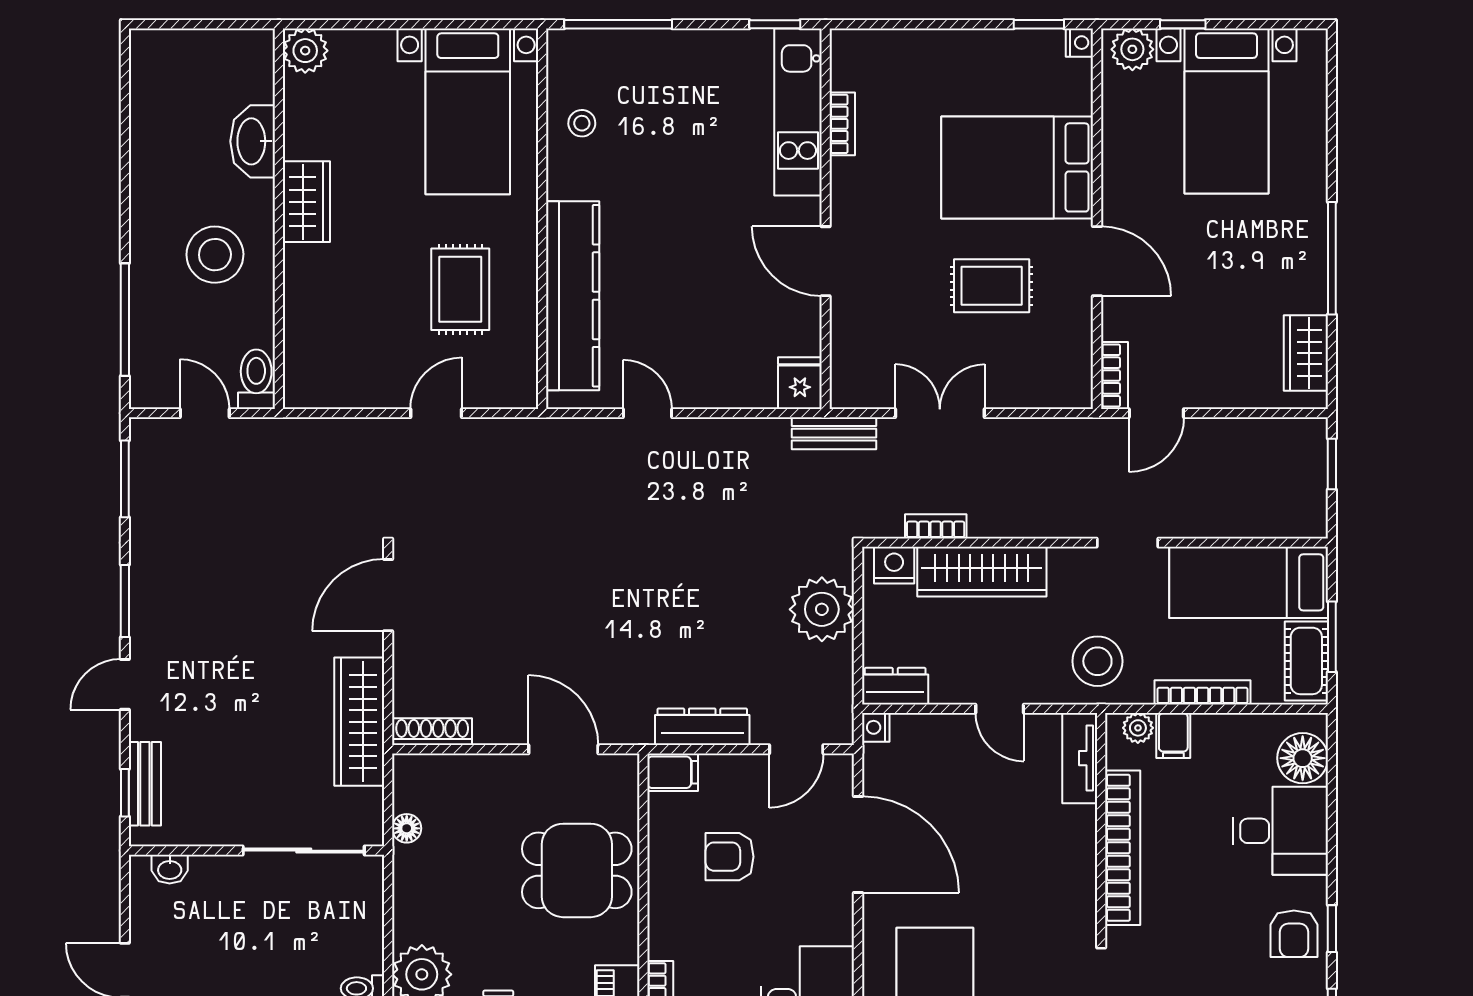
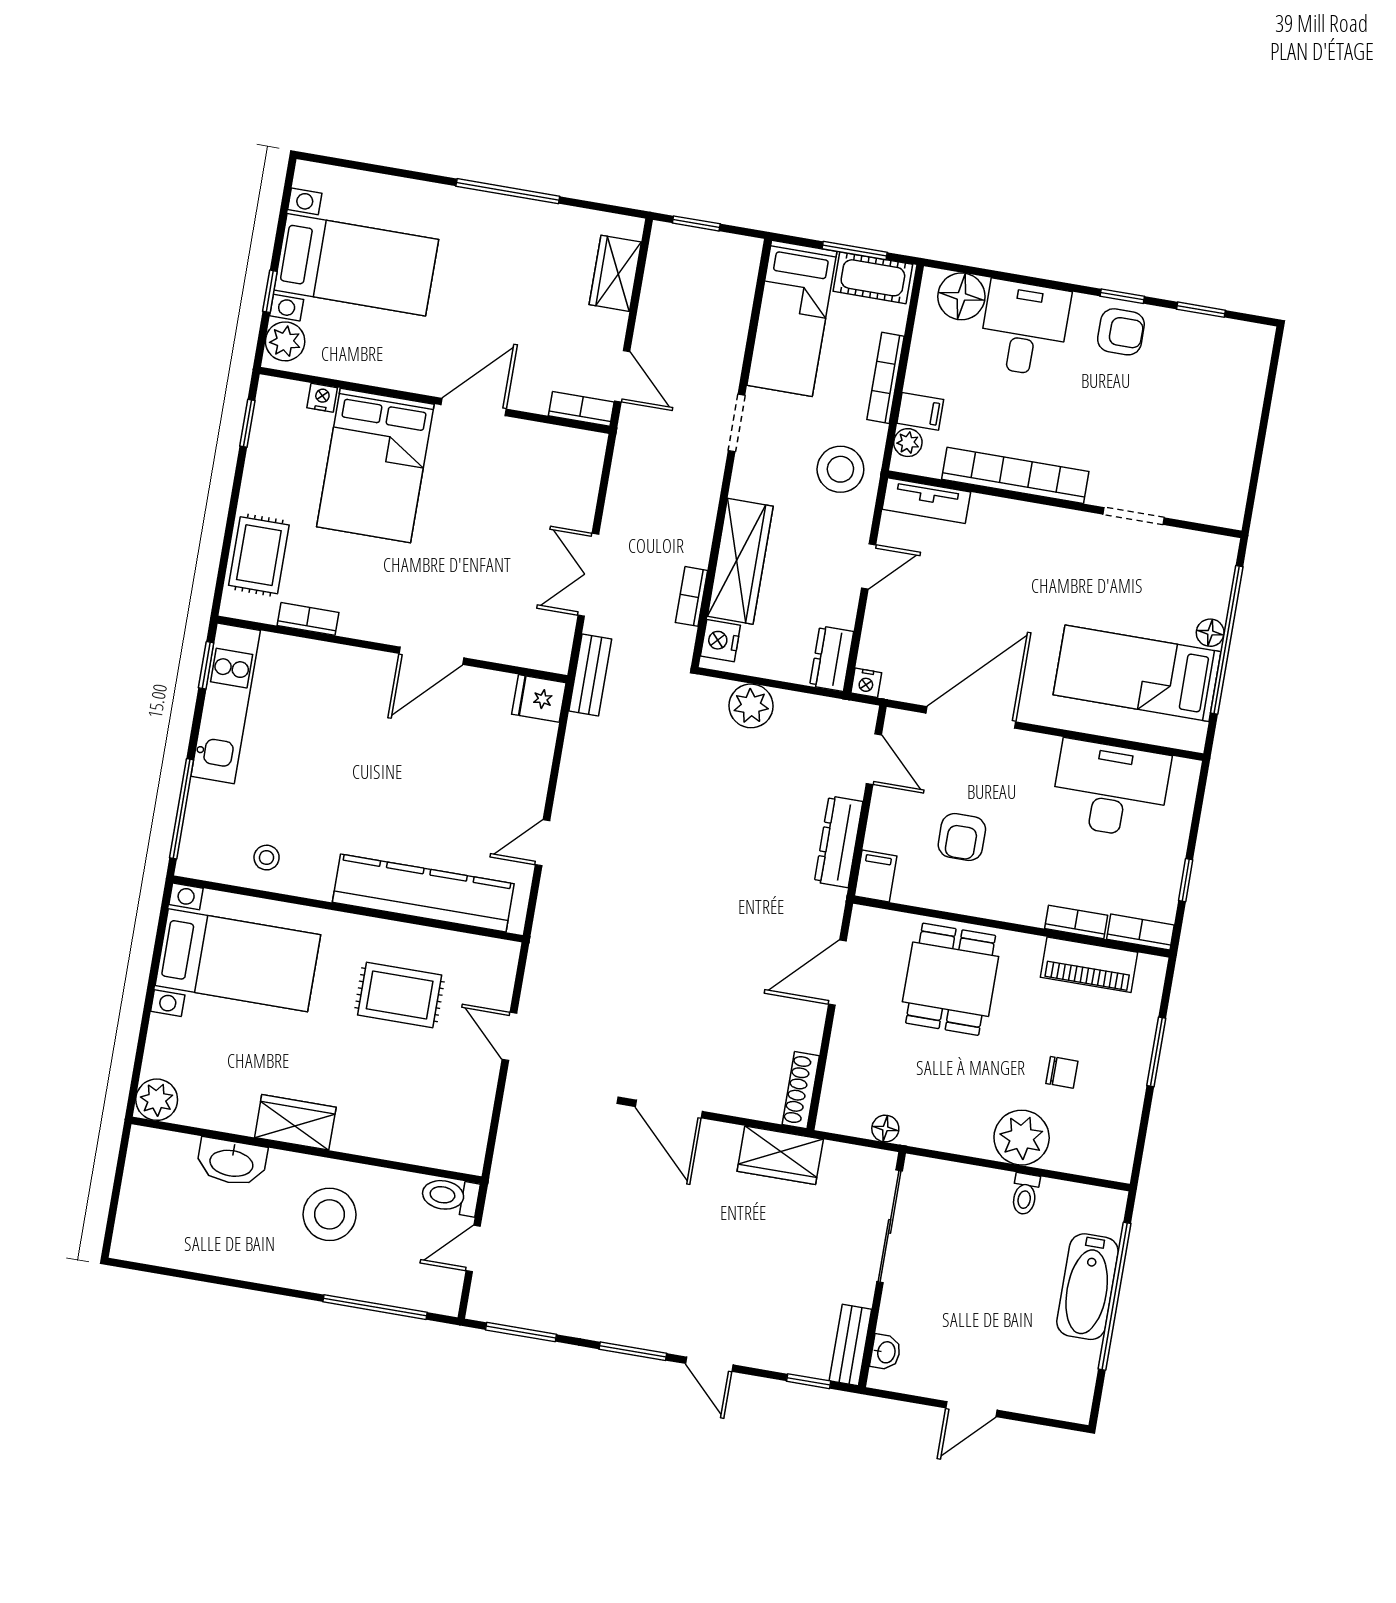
nightstand: (1079, 43) -> (322, 398), moved
kitchen unit: (798, 112) -> (226, 703), moved, turned -90
rug: (992, 286) -> (259, 555), moved
wardrobe: (1306, 353) -> (615, 273), moved, turned 90
plant: (822, 609) -> (751, 706), width x0.73, depth x0.73
wardrobe: (359, 722) -> (780, 1155), width x0.67
bench: (145, 784) -> (850, 1345), moved, turned 90

